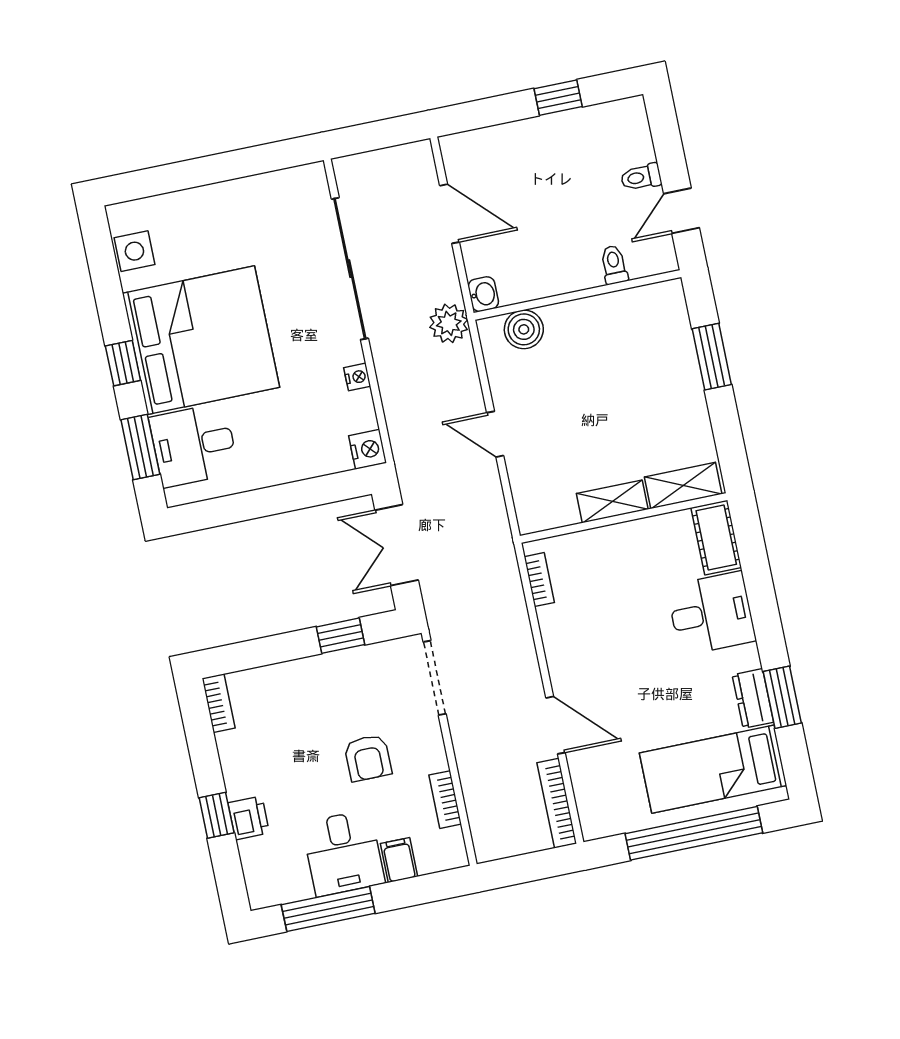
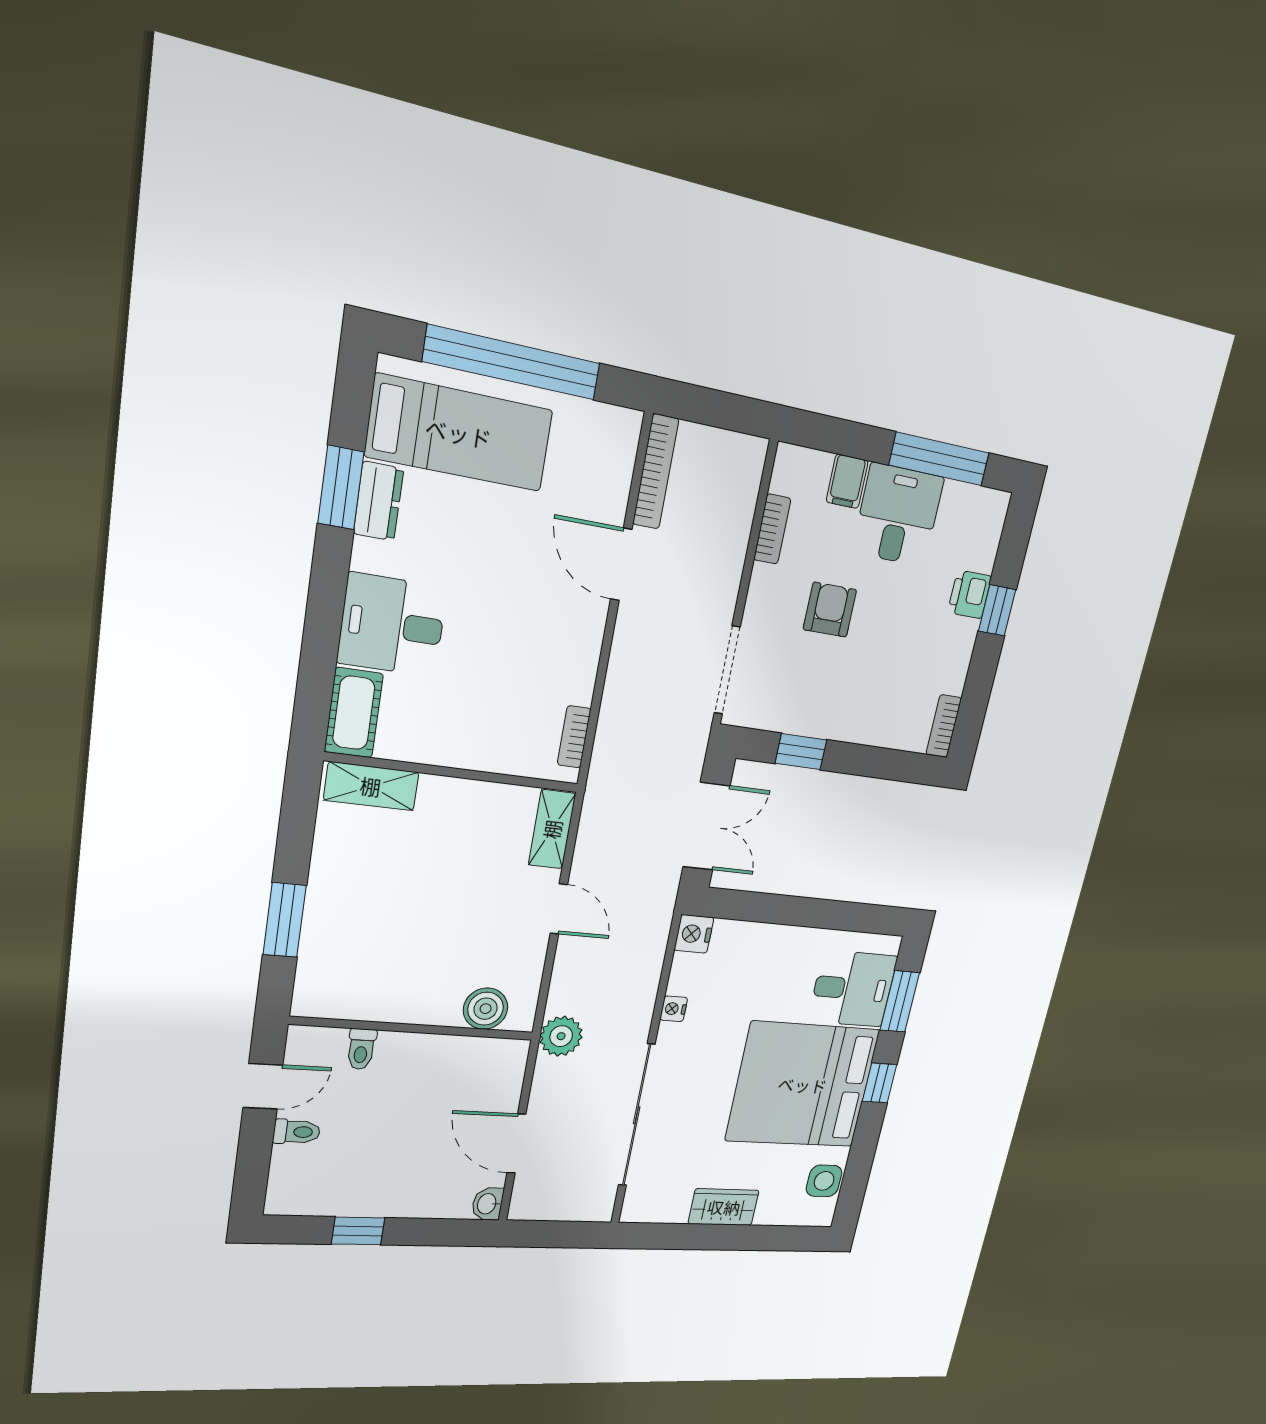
wardrobe: (226, 200) -> (724, 1207), added
washbasin: (483, 294) -> (488, 1204), moved
shelving: (612, 501) -> (552, 829), moved, turned 90

